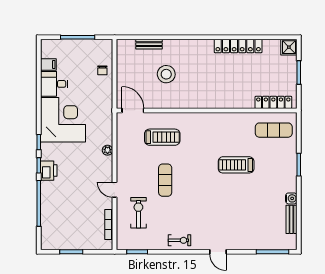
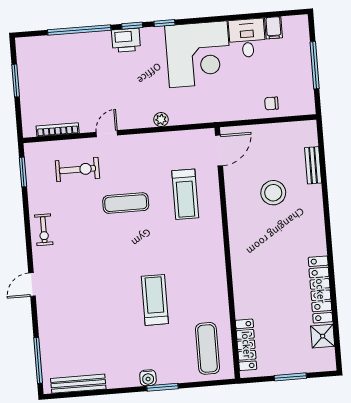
shower: (289, 47) -> (323, 336), moved
water cooler: (291, 198) -> (148, 378), moved
bench: (291, 219) -> (78, 384), width x1.36

